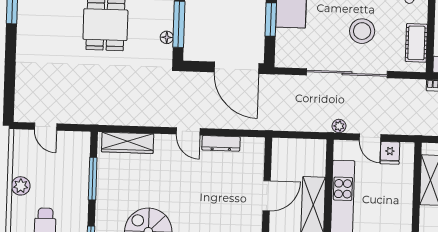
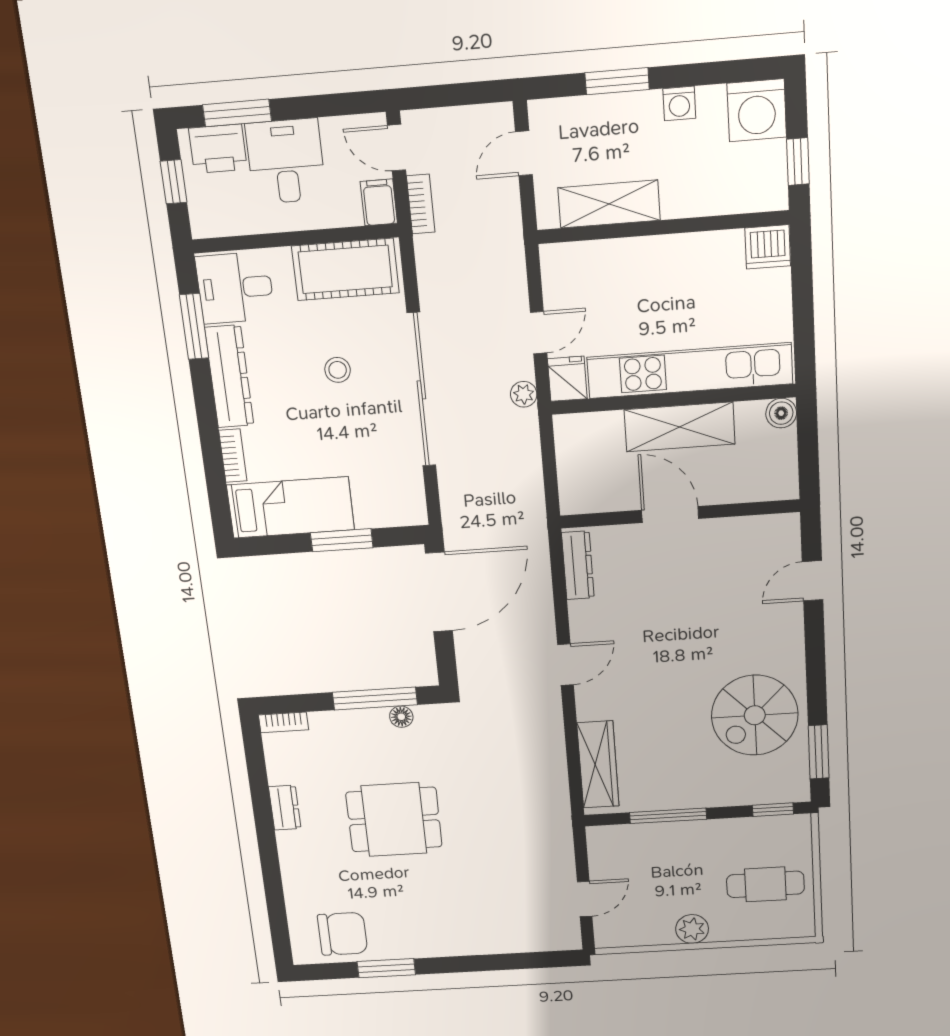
stool: (362, 31) -> (338, 370), width x0.53, depth x0.53
cot: (416, 43) -> (345, 269), width x1.37, depth x1.34
dresser: (221, 143) -> (578, 565), moved
fridge: (390, 153) -> (567, 379), moved, turned -90

